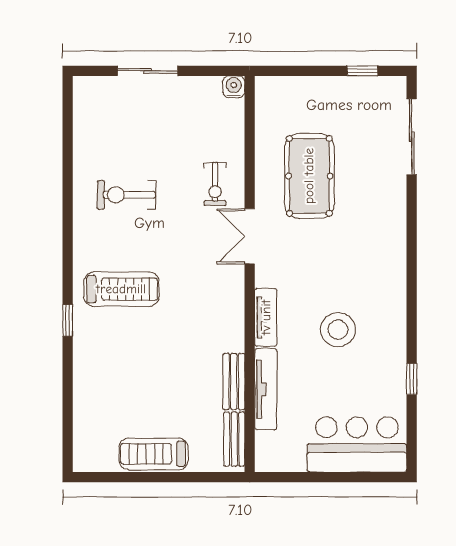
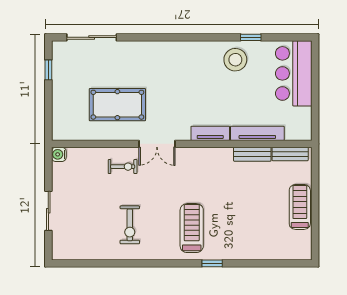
stool: (338, 330) -> (235, 60), moved
treadmill: (154, 454) -> (300, 207), turned 180

